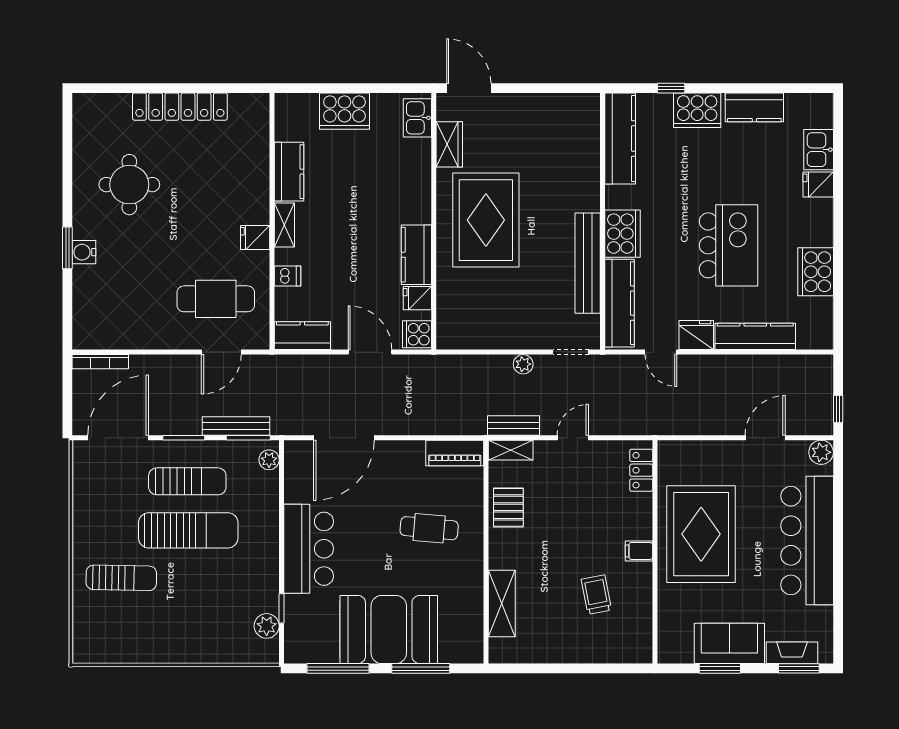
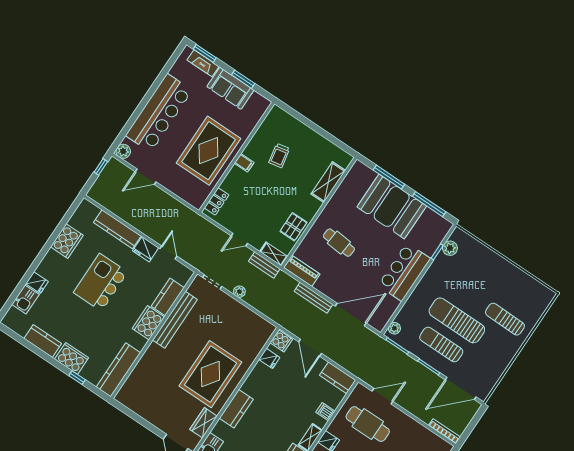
kitchen counter: (416, 255) -> (236, 409), moved
kitchen counter: (620, 303) -> (168, 297), width x0.67
bench: (236, 426) -> (313, 298), moved

